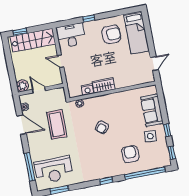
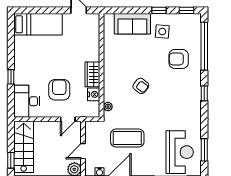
armchair: (111, 34) -> (59, 90), moved
door: (61, 61) -> (68, 119), moved

